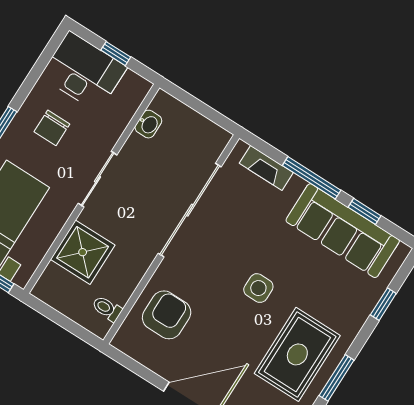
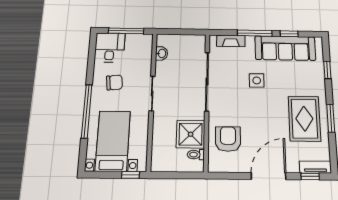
window: (116, 54) -> (126, 31), width x2.17
desk: (84, 72) -> (110, 48), width x0.73
chair: (52, 128) -> (114, 82), turned -96
shower: (83, 252) -> (191, 134), moved
side table: (258, 288) -> (257, 80), moved

